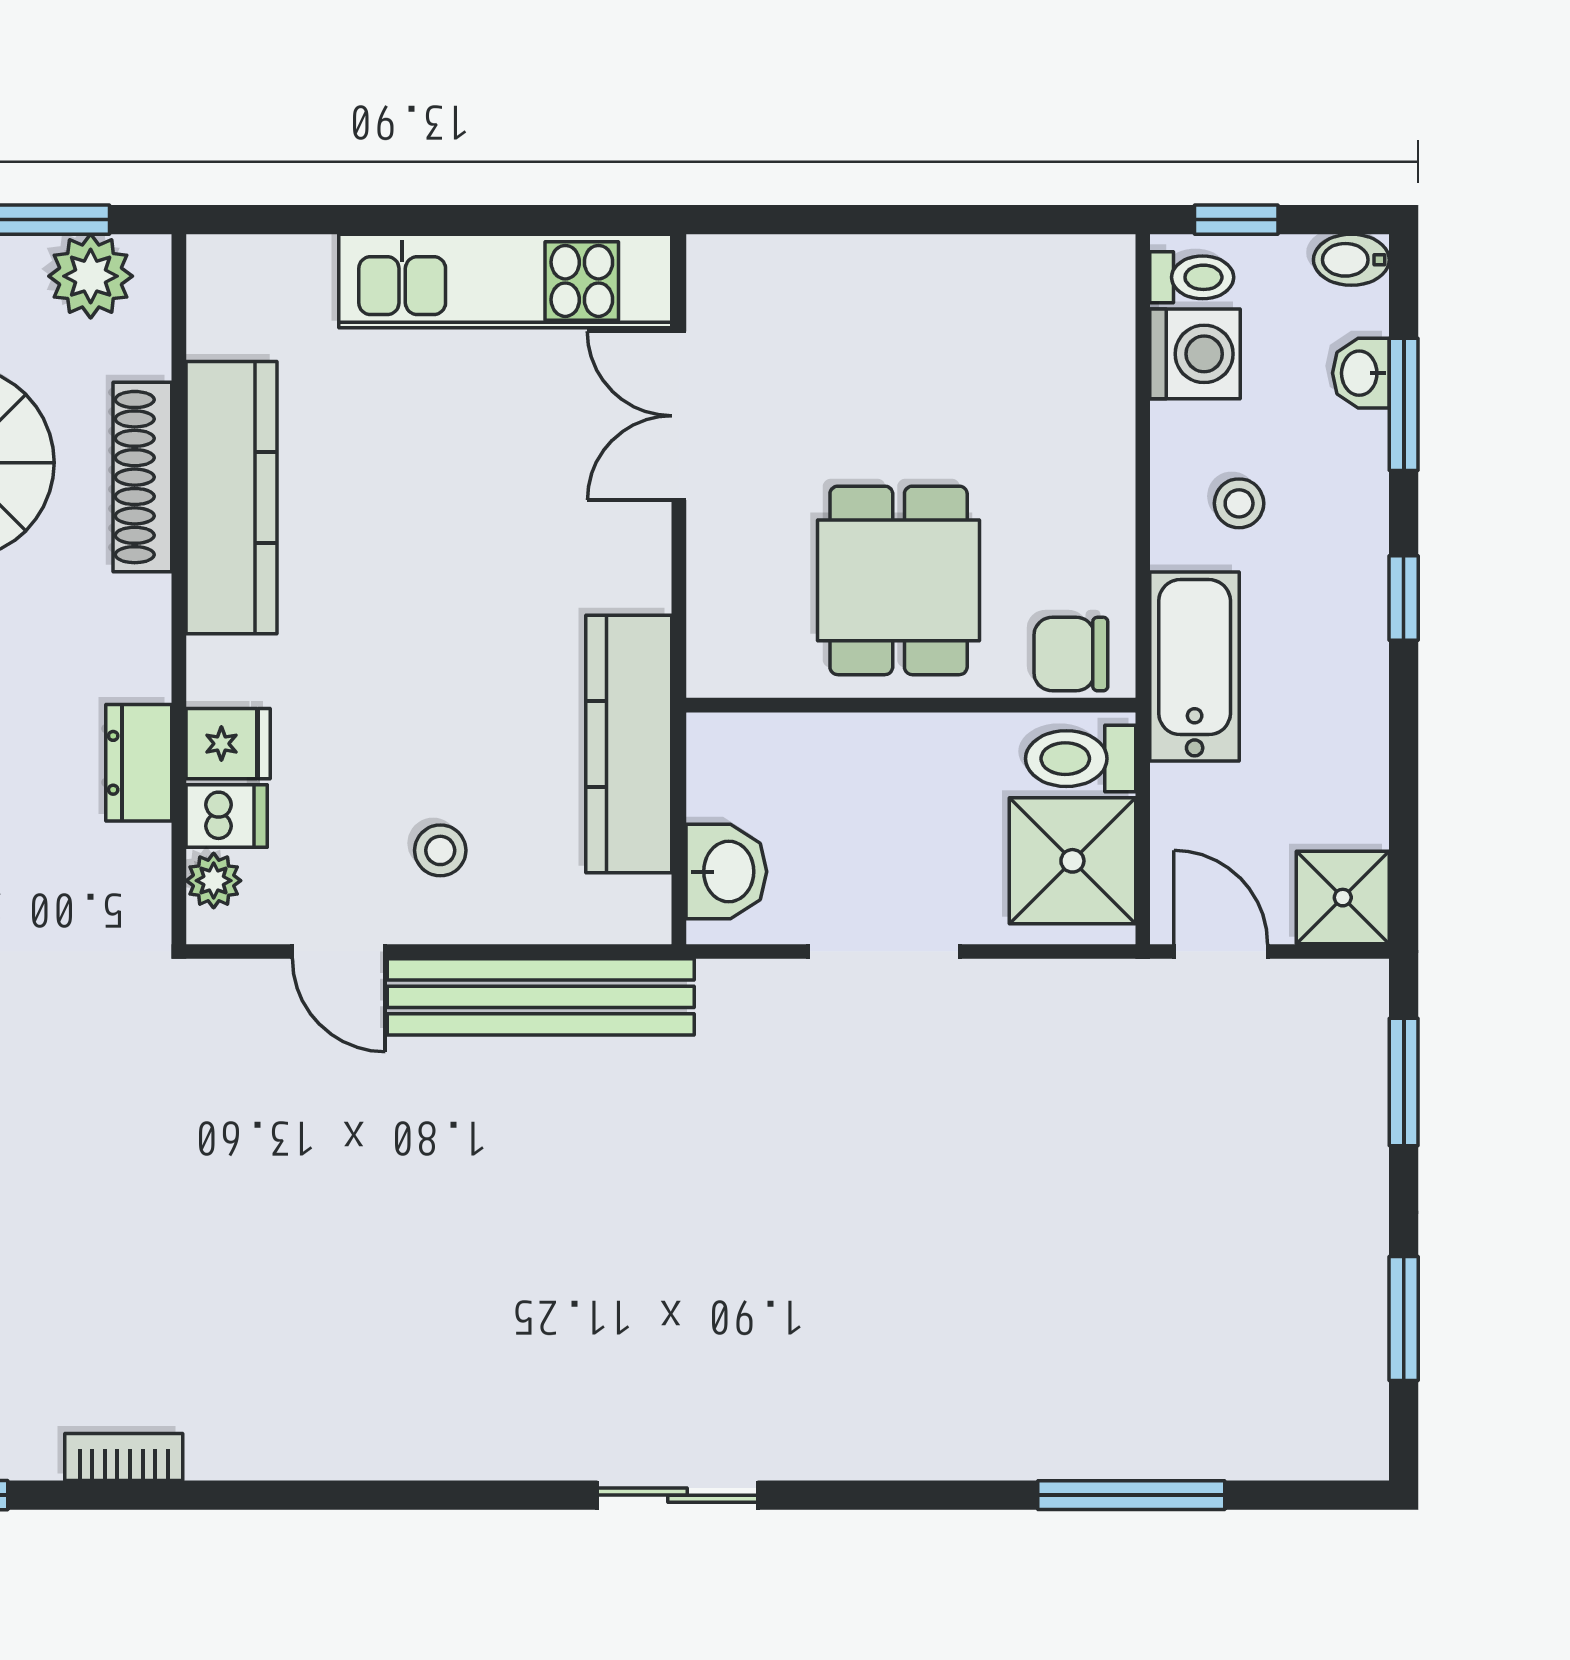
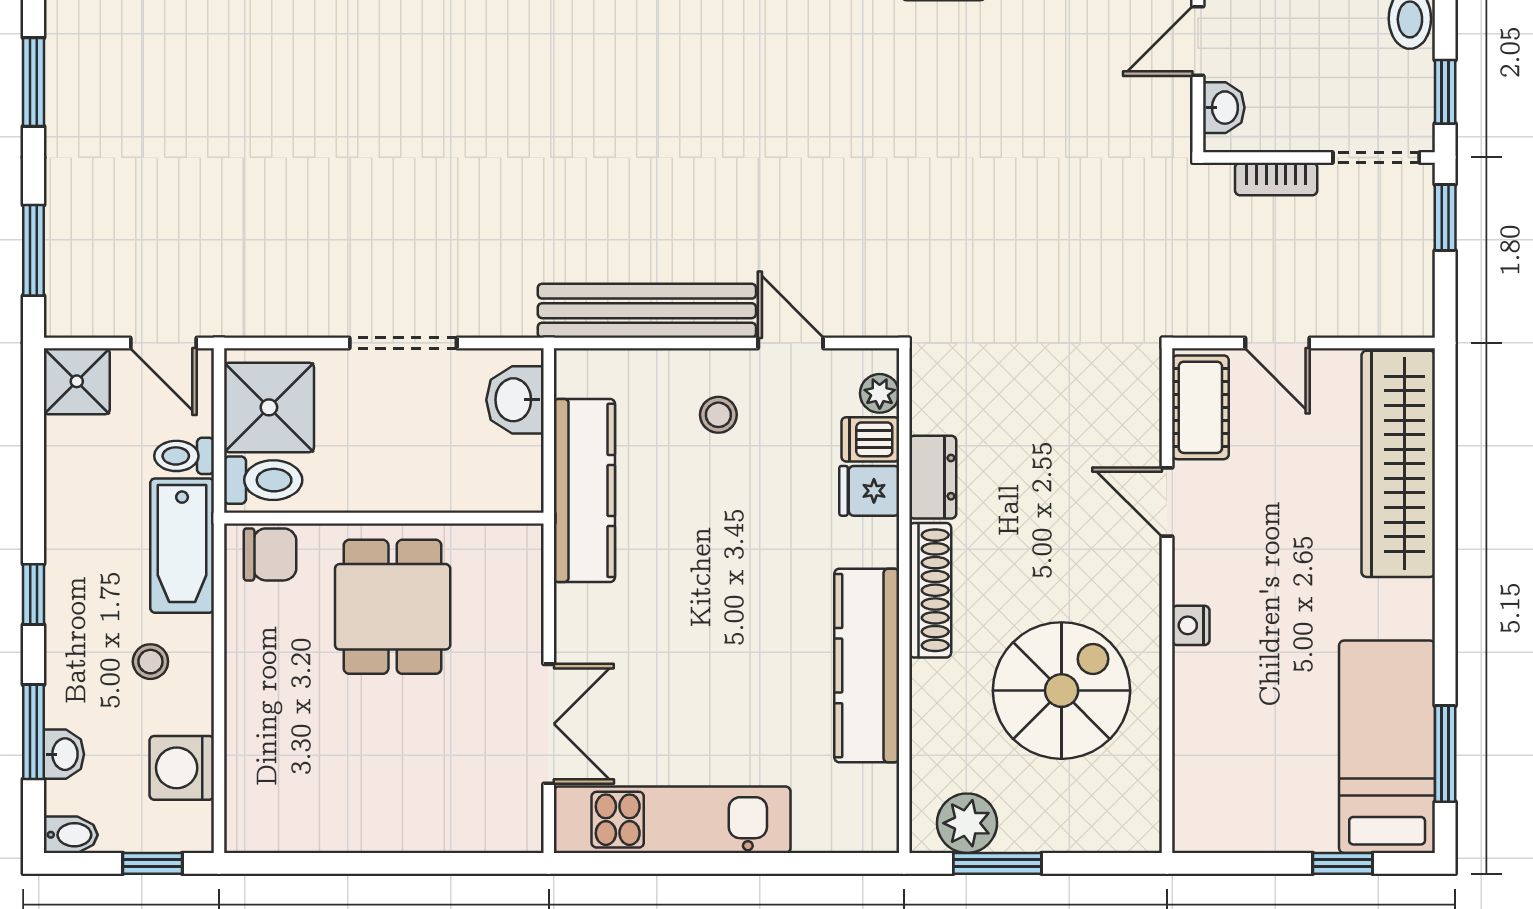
toilet: (1192, 277) -> (184, 456), moved
shoe rack: (142, 477) -> (930, 590), moved

